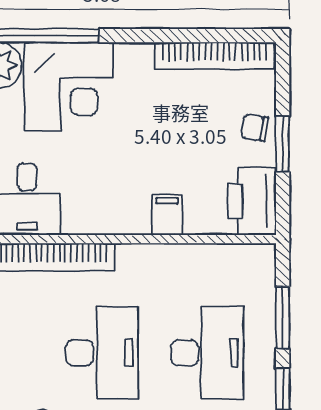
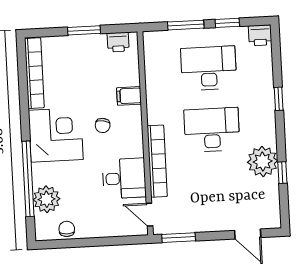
corner desk: (69, 87) -> (56, 135), moved
chair: (255, 128) -> (103, 125), moved
printer: (252, 201) -> (118, 42), width x0.53, depth x0.68

